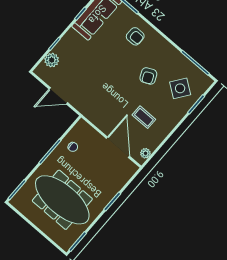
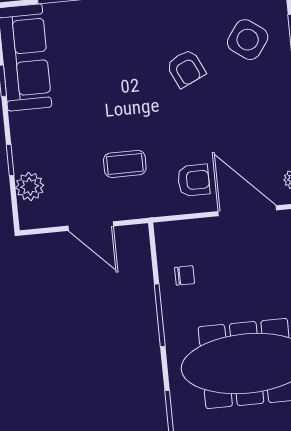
armchair: (135, 36) -> (194, 180), moved
door: (58, 96) -> (91, 226), hinge flipped
coffee table: (144, 117) -> (125, 164), moved

